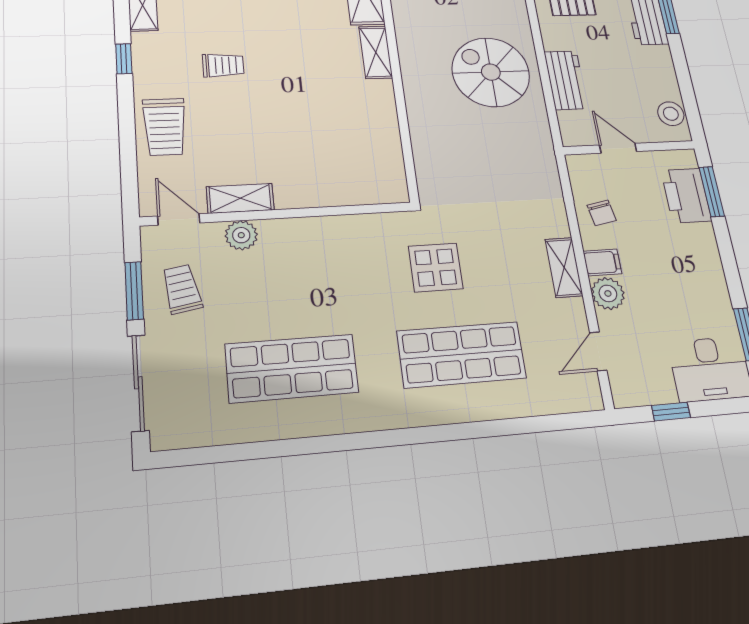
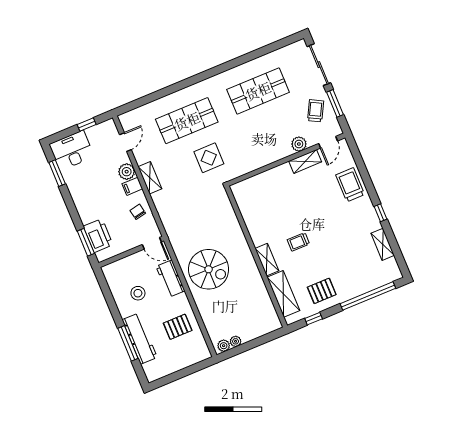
trolley: (223, 65) -> (298, 242), moved
stool: (671, 114) -> (138, 293), moved
door: (618, 148) -> (152, 243), moved
door: (179, 219) -> (328, 142), hinge flipped
trolley: (182, 289) -> (316, 111), turned -142

